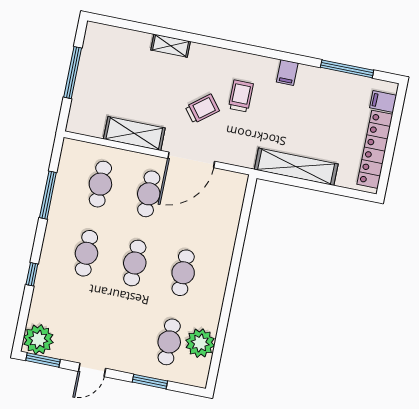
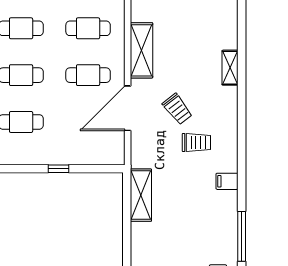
door: (191, 160) -> (128, 108), hinge flipped
shelving: (296, 167) -> (141, 195), width x0.68
window: (239, 244) -> (58, 169), added

